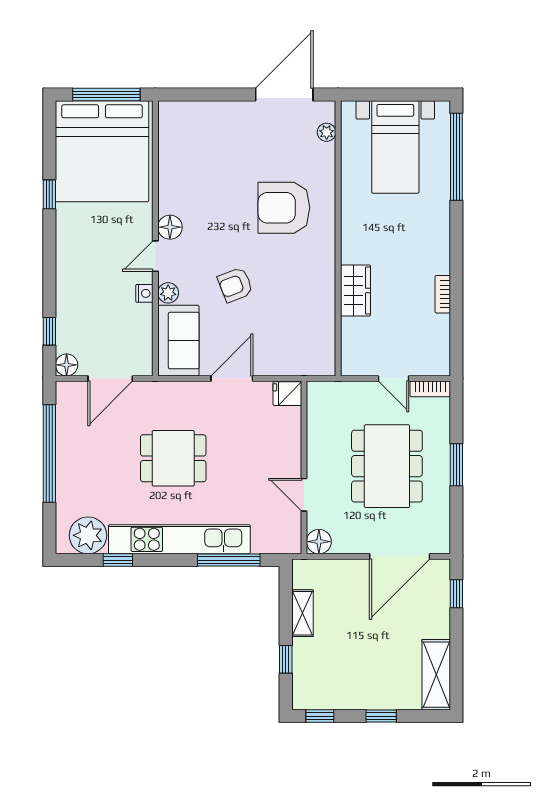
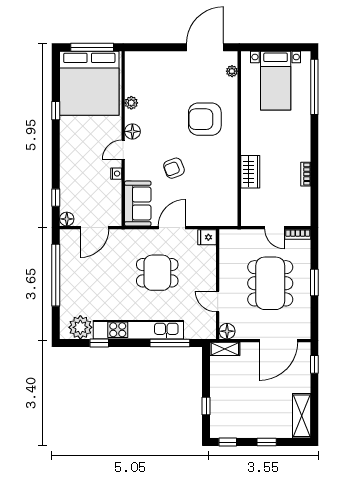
plant: (168, 293) -> (131, 103), moved
dining table: (173, 458) -> (157, 273), moved
shelving: (302, 613) -> (225, 349), moved, turned 90

